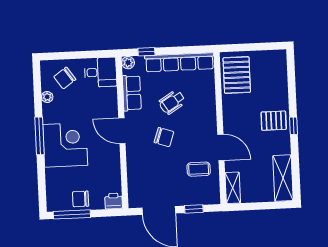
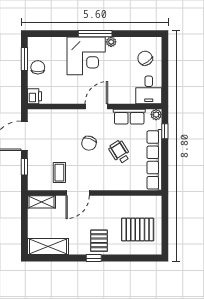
pallet: (237, 75) -> (138, 230), moved
plant: (47, 97) -> (111, 42), moved
window: (72, 214) -> (24, 59), width x0.69

